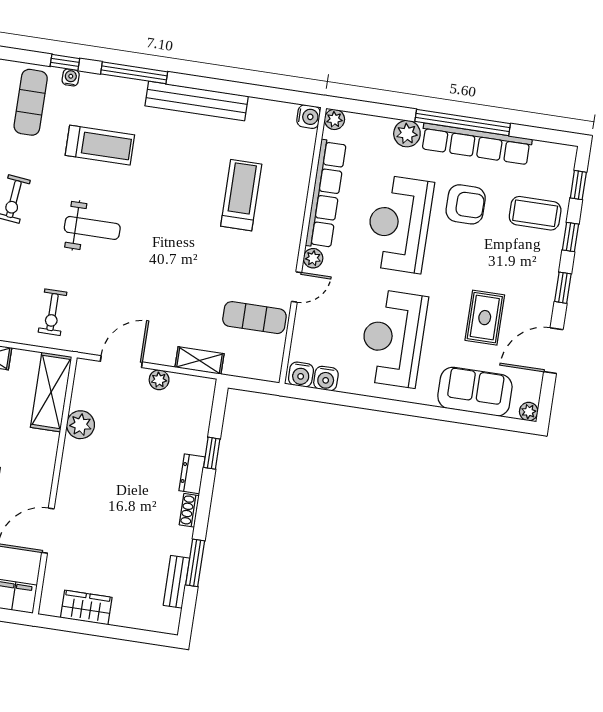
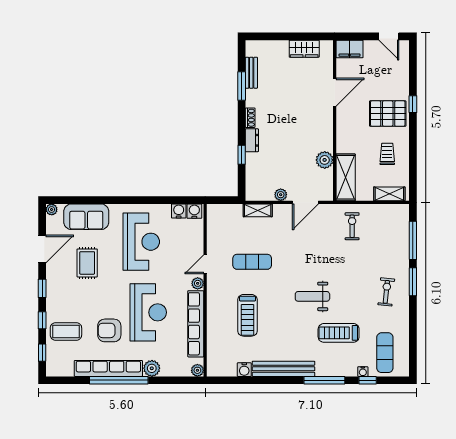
water cooler: (309, 117) -> (244, 370), moved, turned -90
weight bench: (92, 228) -> (312, 296), moved
exercise mat: (254, 318) -> (252, 262), moved

